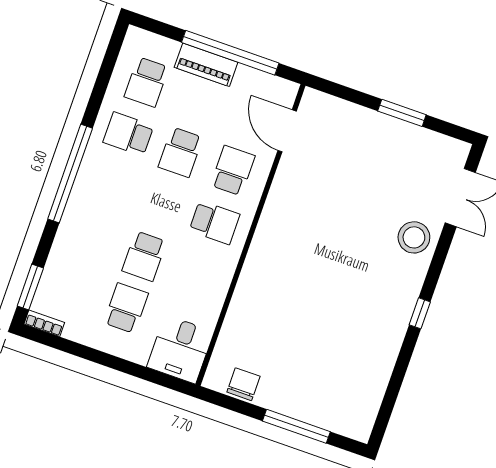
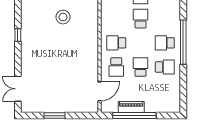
piano: (206, 65) -> (131, 107), moved
school desk: (147, 82) -> (165, 43), moved, turned -90
door: (287, 131) -> (99, 91), hinge flipped
stool: (414, 237) -> (63, 17), moved

